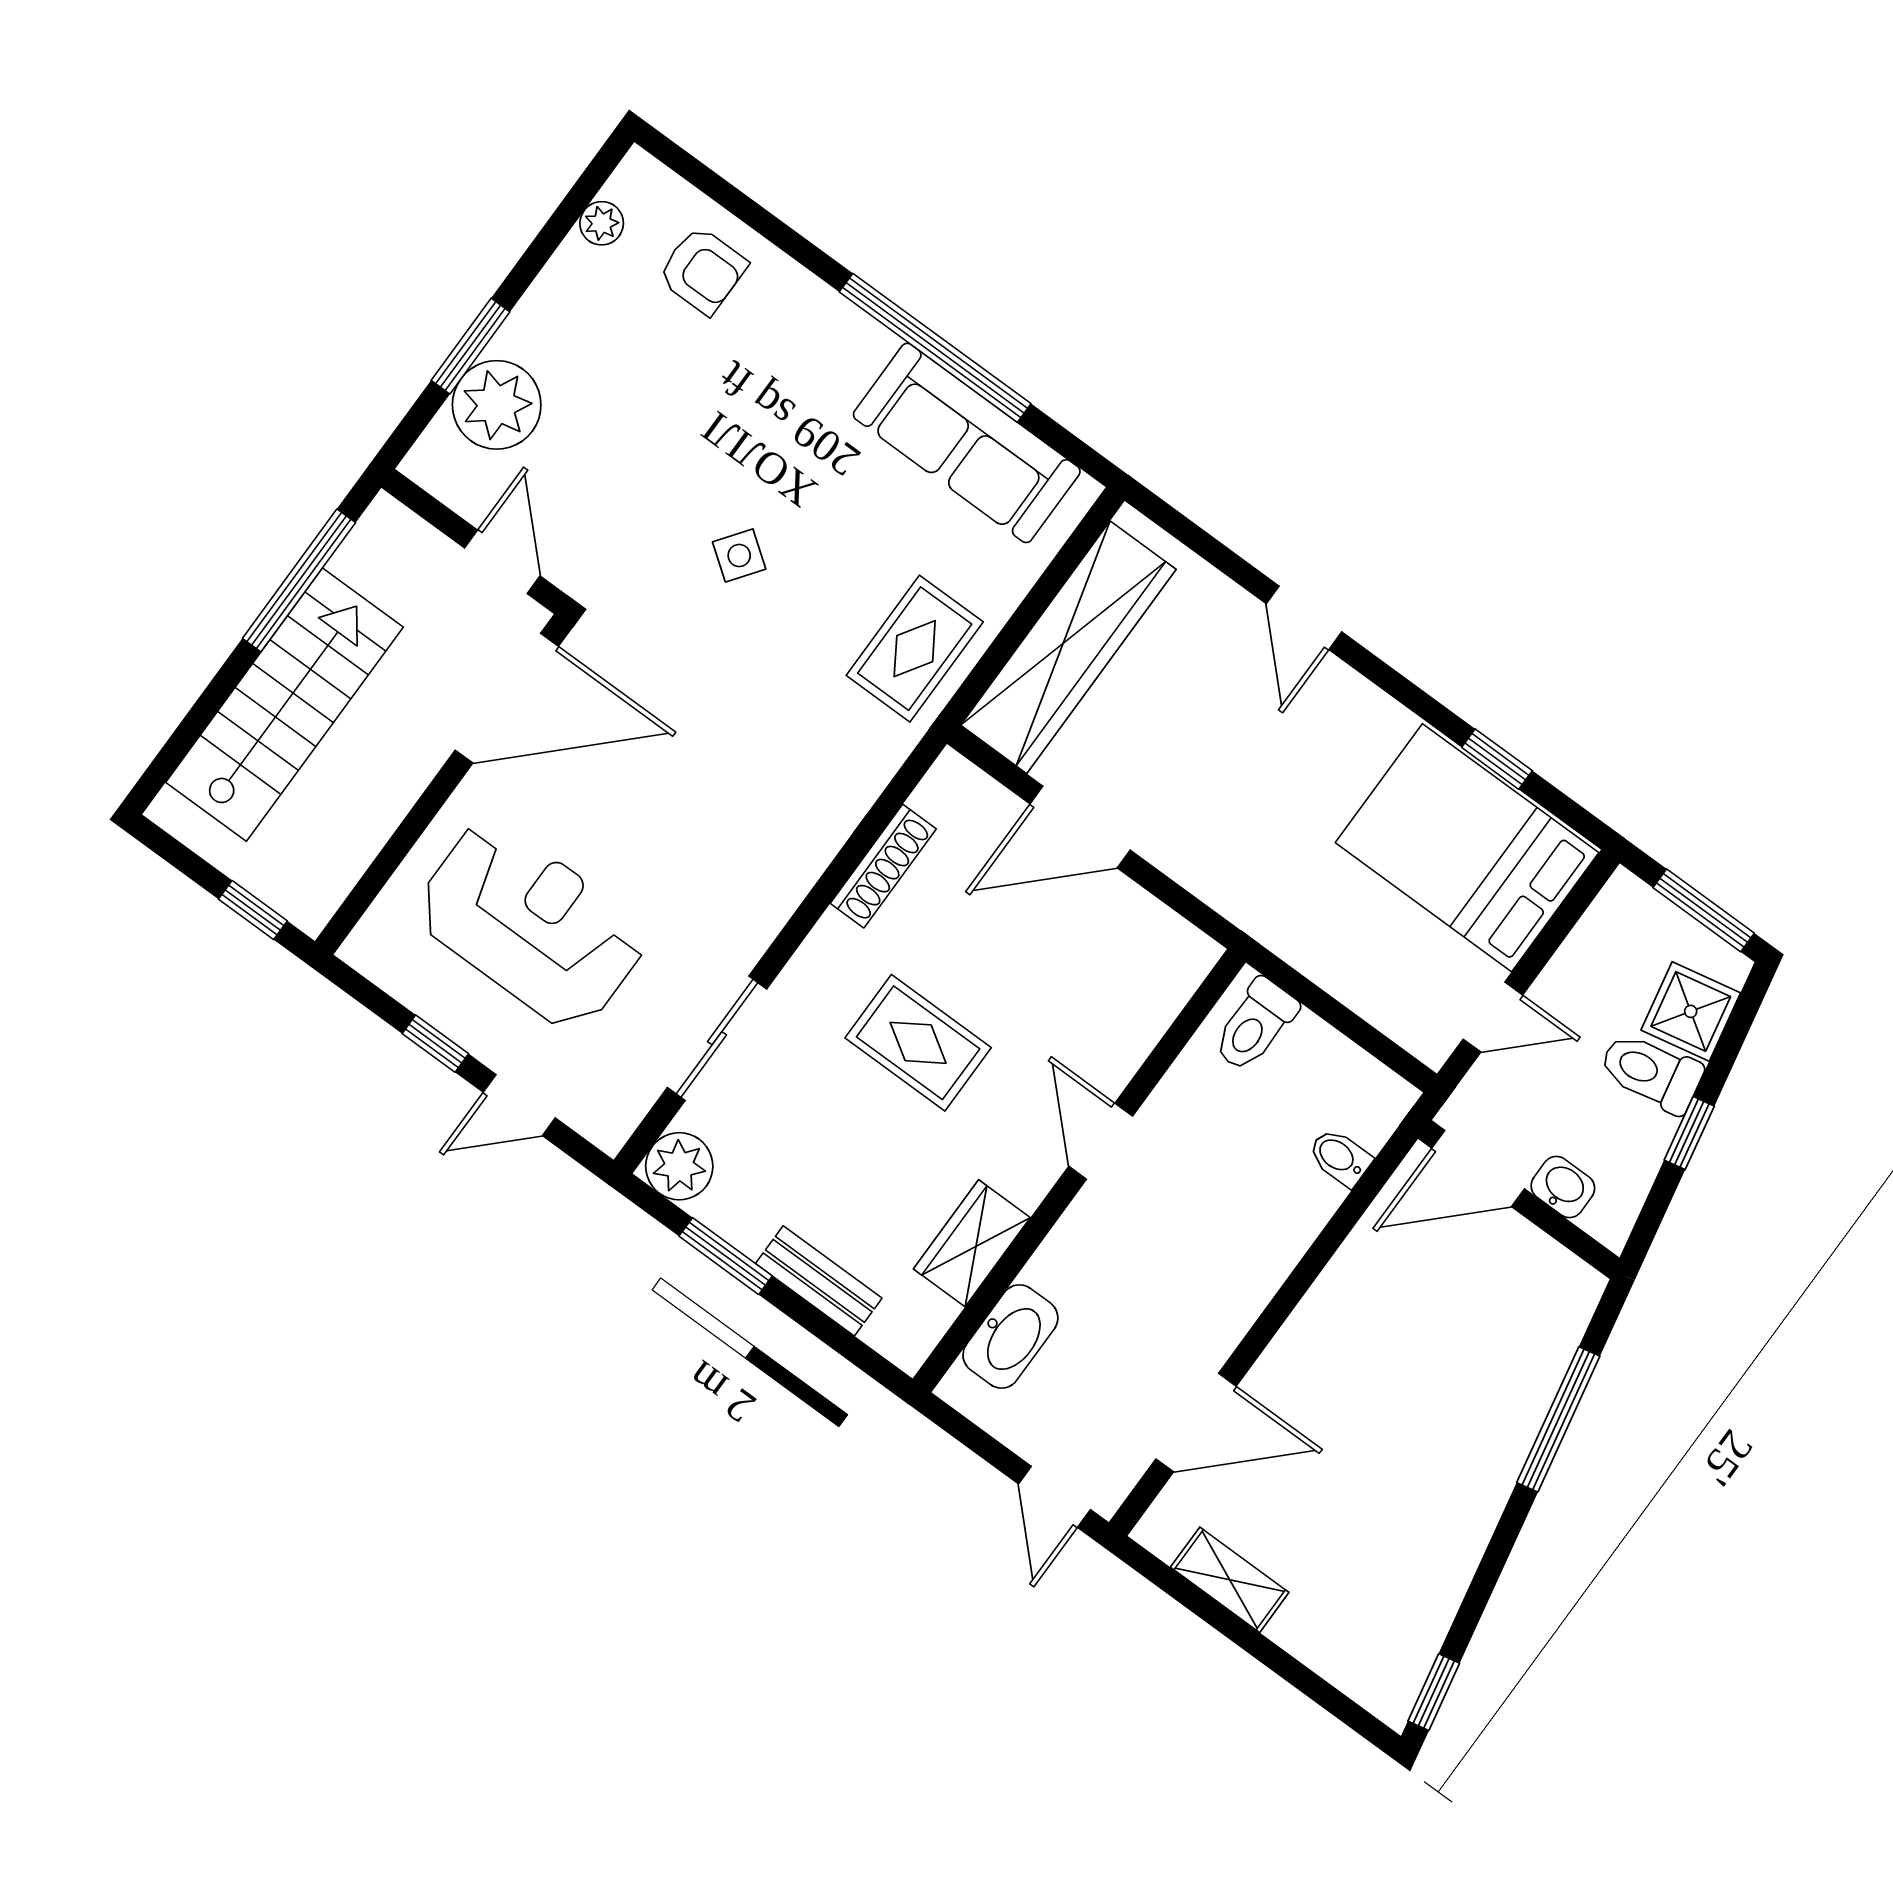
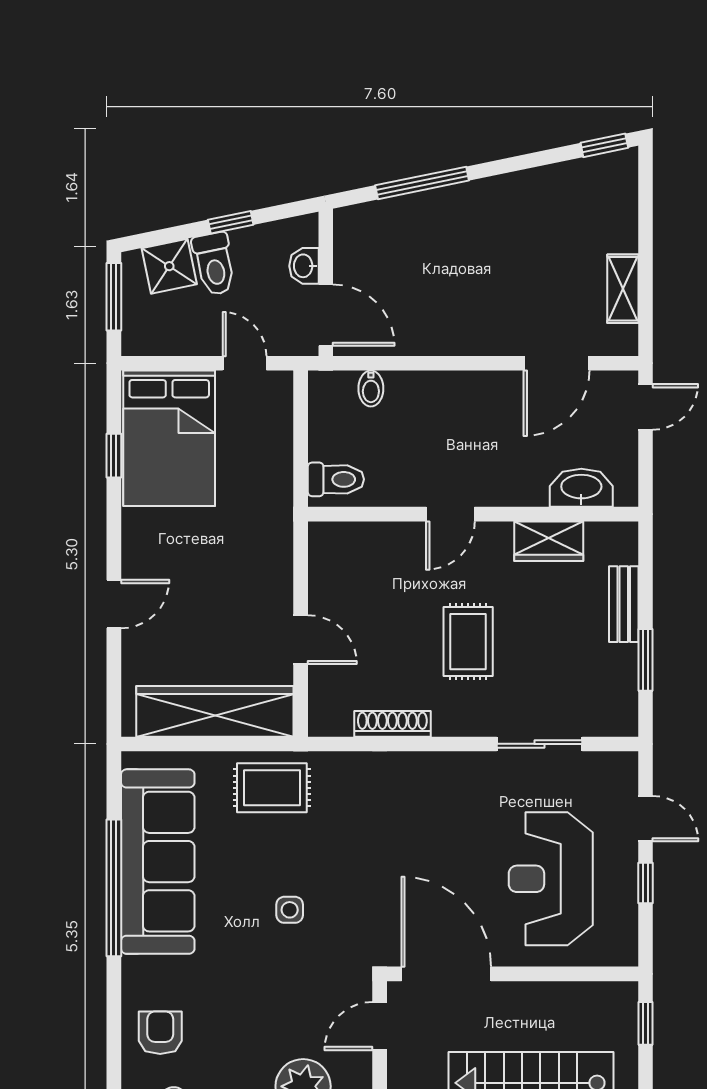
sofa: (967, 443) -> (158, 862), width x1.36, depth x1.27
side table: (739, 556) -> (290, 910), turned -36
door: (1080, 827) -> (301, 640), width x0.73
plant: (679, 1166) -> (617, 716), removed
door: (1196, 1423) -> (556, 363), swing flipped

